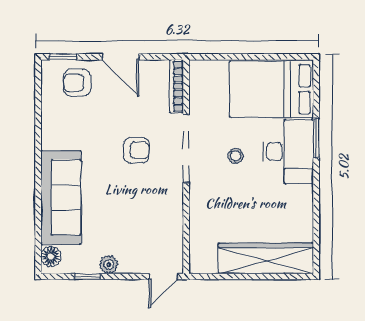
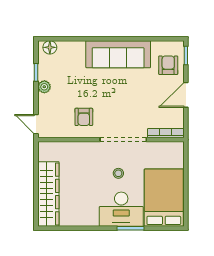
armchair: (136, 150) -> (84, 117), moved
sofa: (61, 197) -> (118, 54), moved

